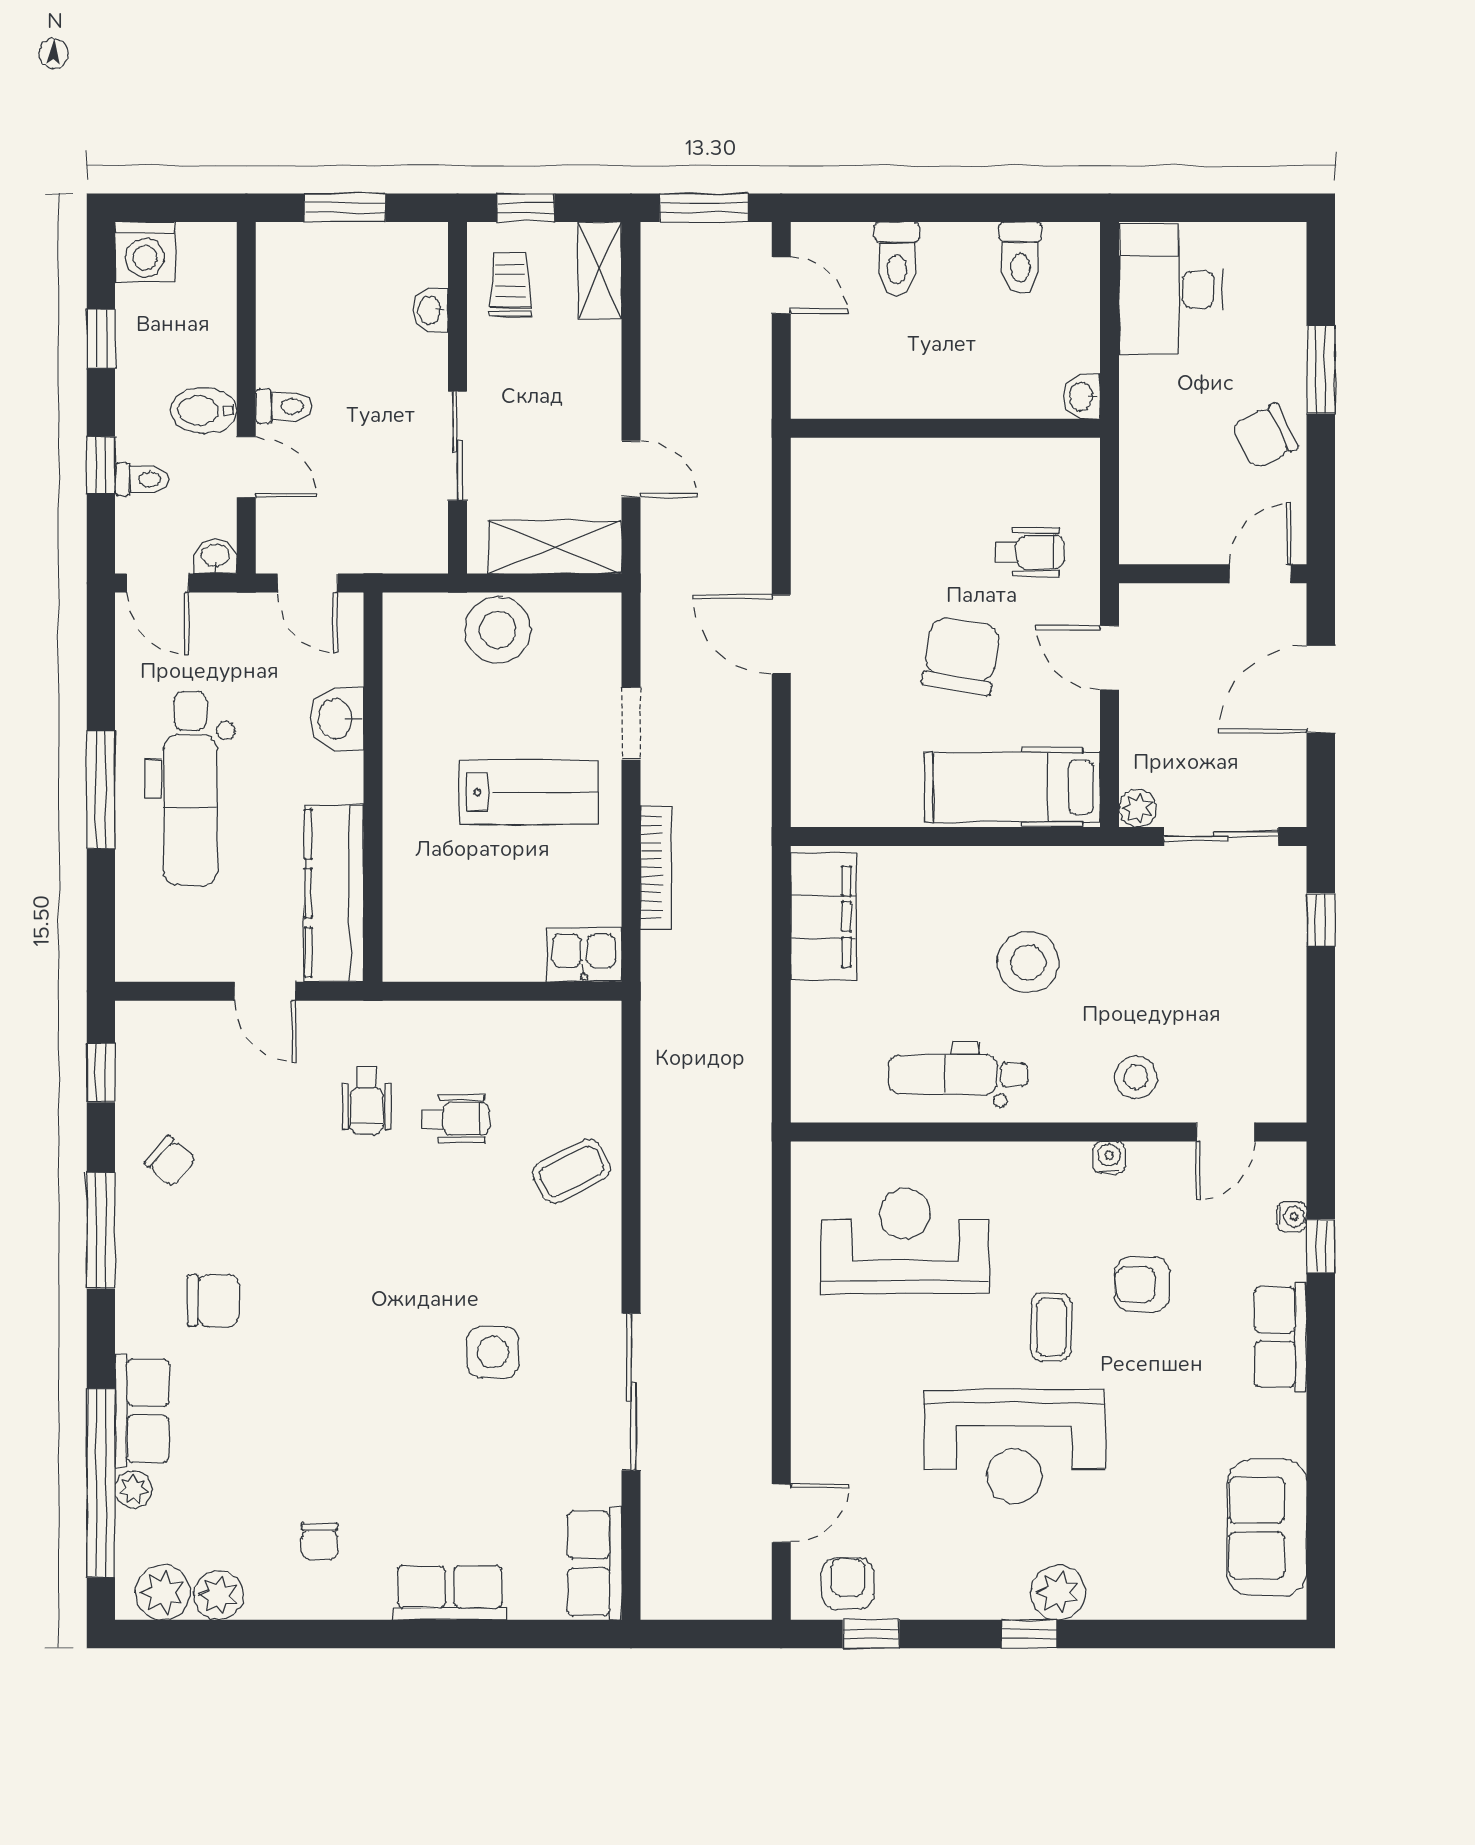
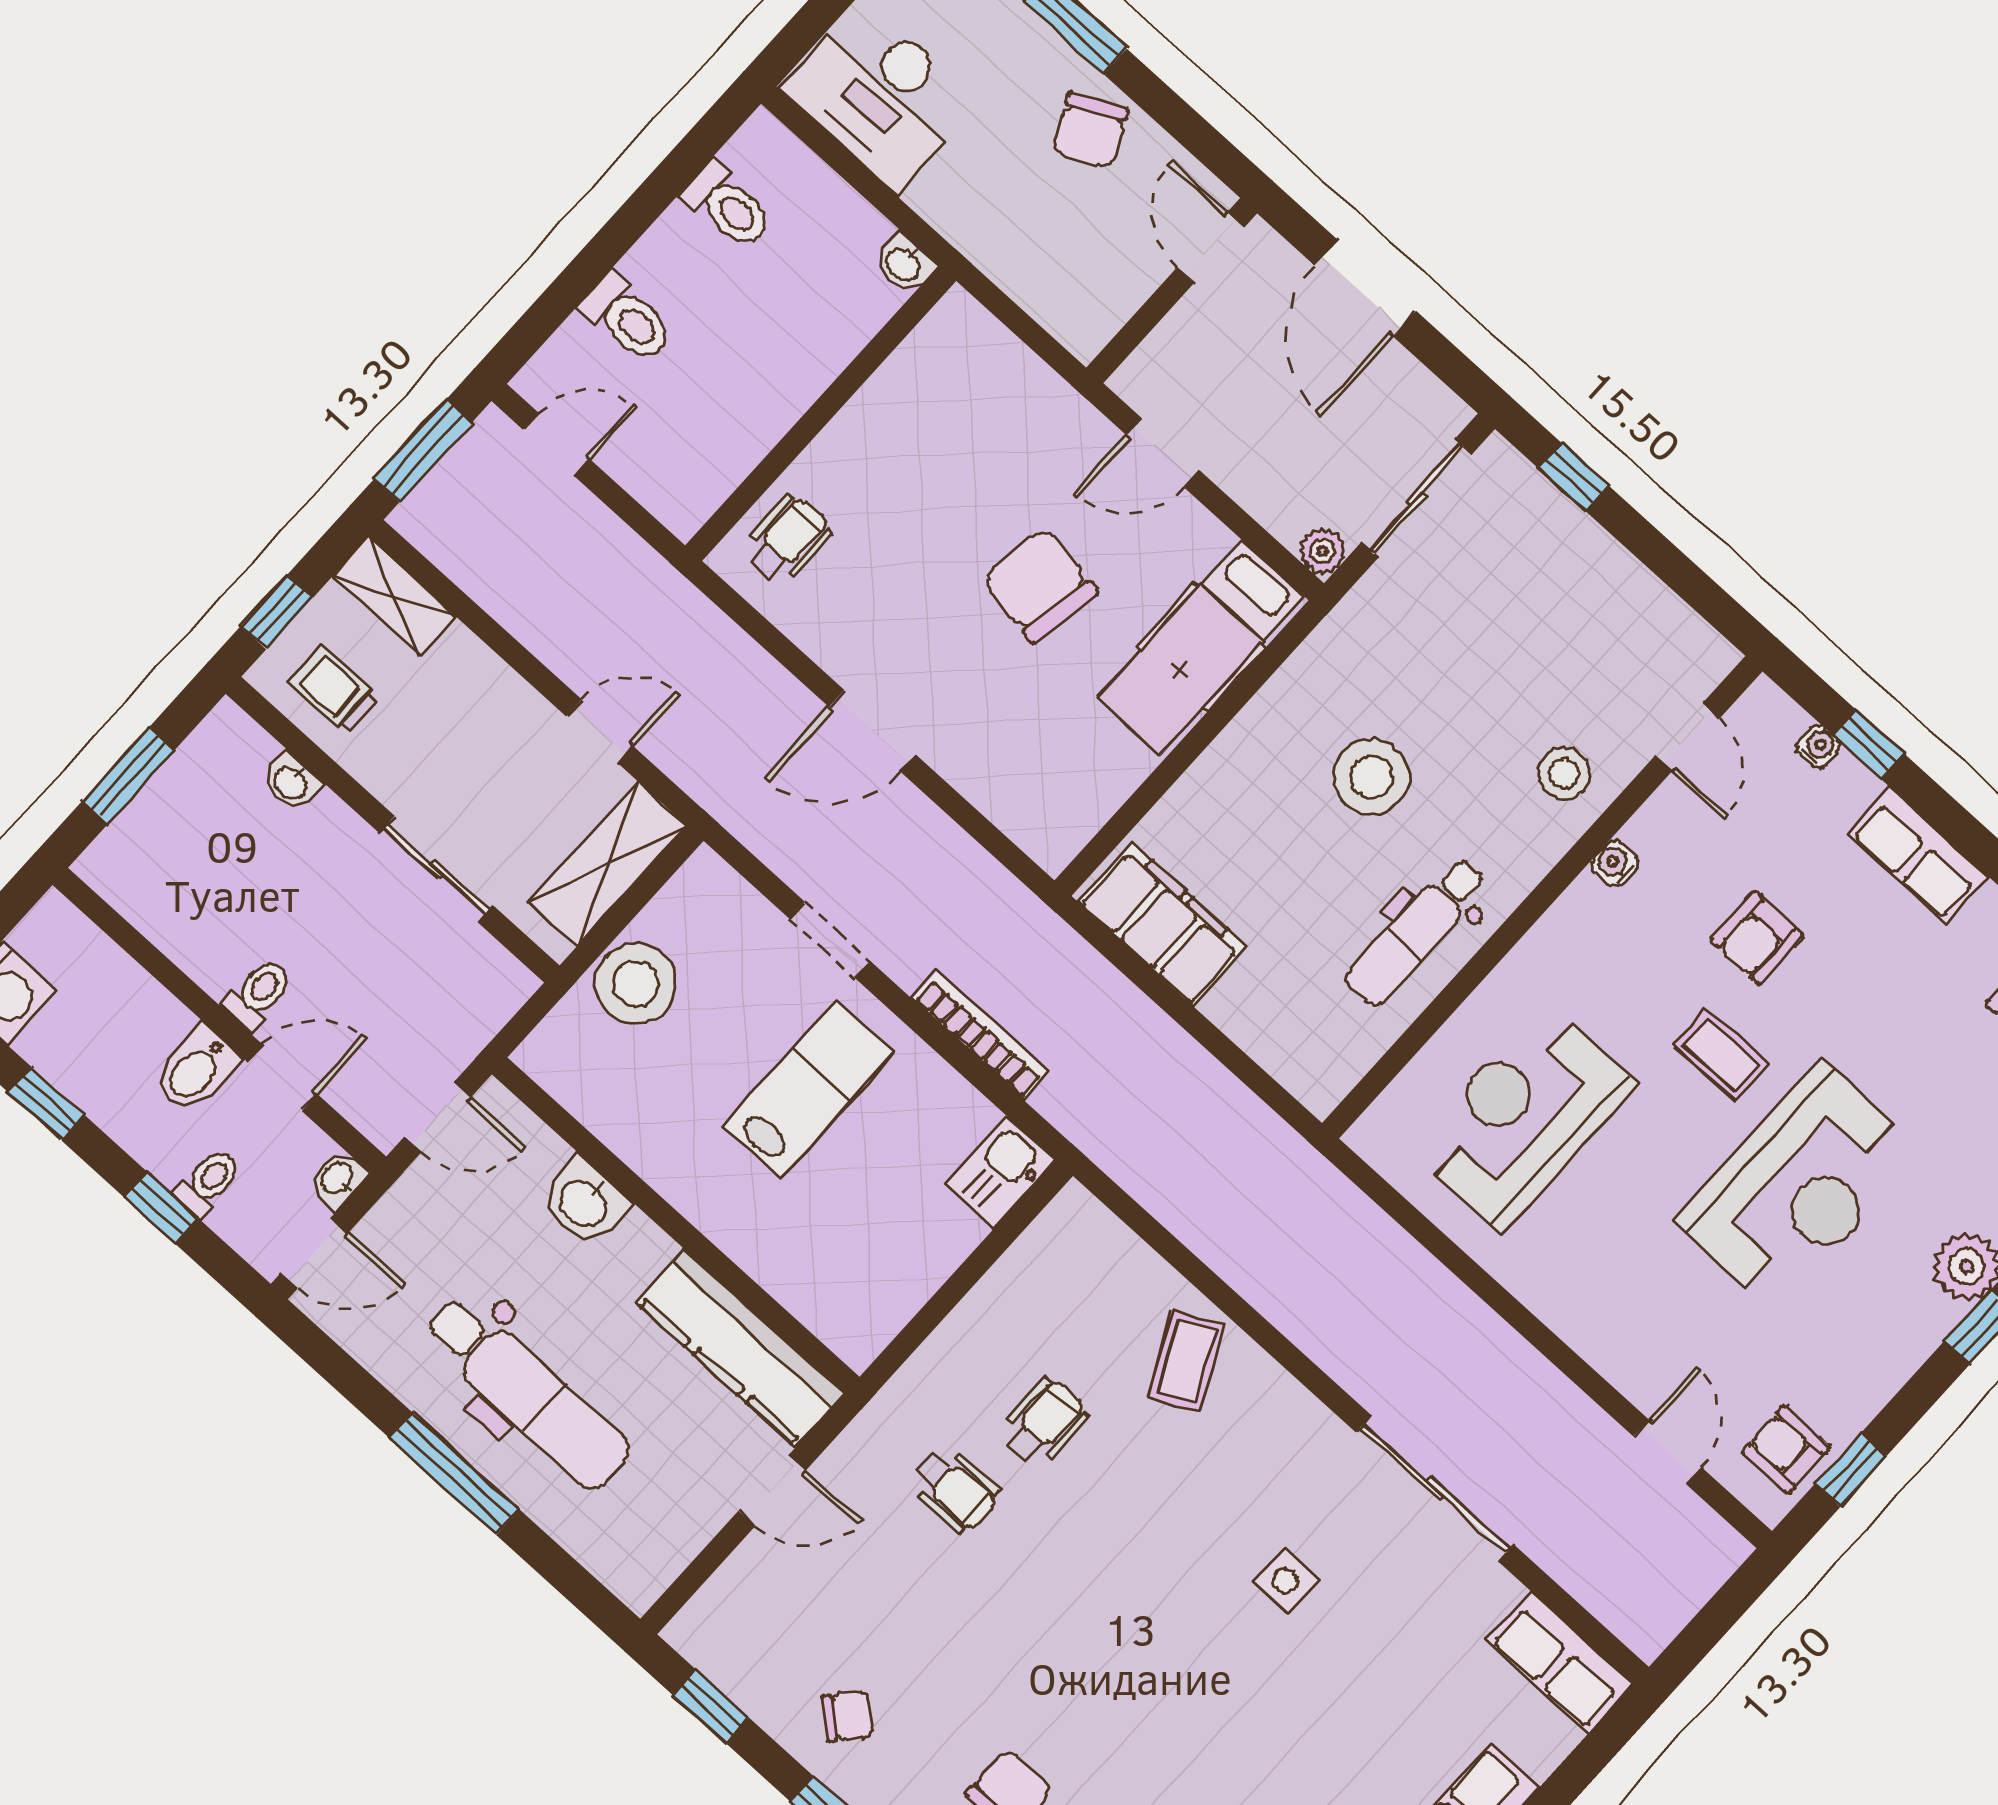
wheelchair: (1030, 552) -> (787, 540), moved
side table: (493, 1352) -> (1286, 1581), width x0.73, depth x0.73

